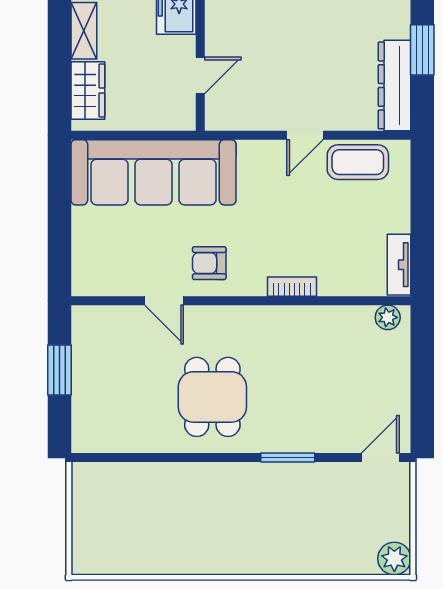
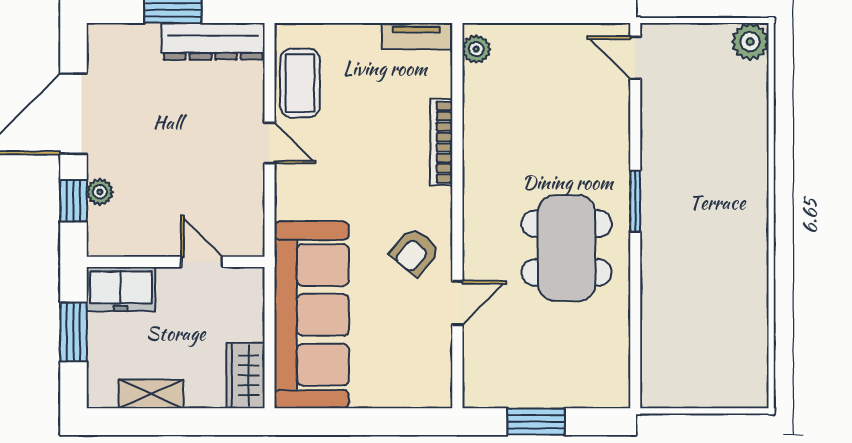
wardrobe: (88, 90) -> (246, 376), moved, turned -90
armchair: (209, 263) -> (415, 252), turned 40
bookcase: (292, 287) -> (441, 142), width x1.56
dining table: (212, 397) -> (567, 248), width x1.37
window: (288, 457) -> (635, 201), moved

